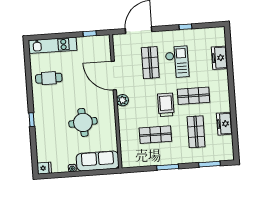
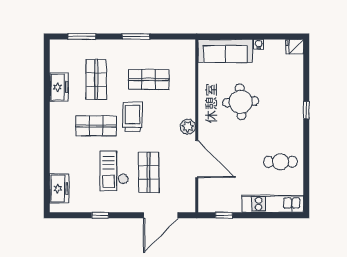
freezer: (220, 58) -> (59, 189), moved
trolley: (166, 105) -> (133, 117), turned 180

